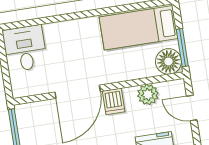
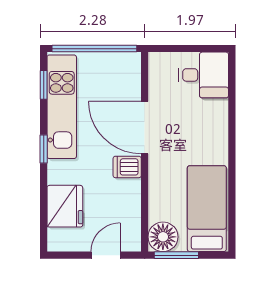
plant: (148, 94) -> (129, 207), removed

